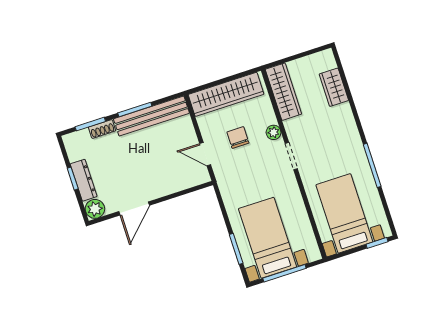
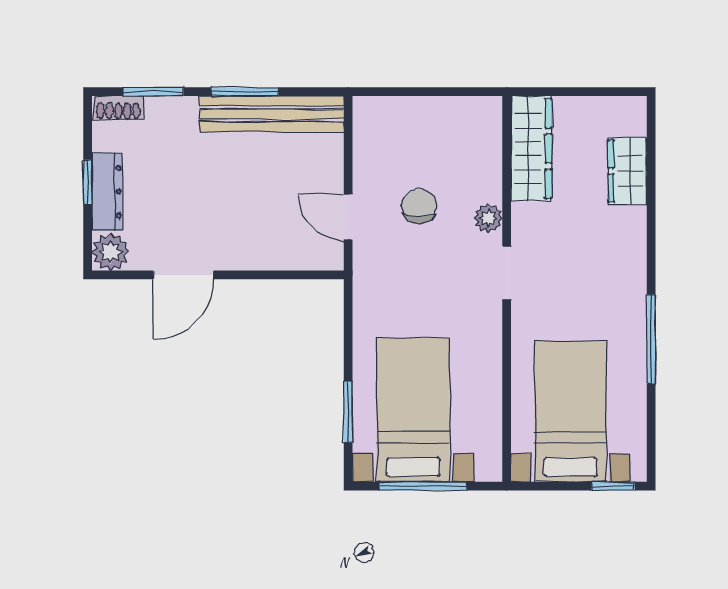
wardrobe: (226, 94) -> (423, 119), removed
shoe rack: (102, 129) -> (118, 108), moved

